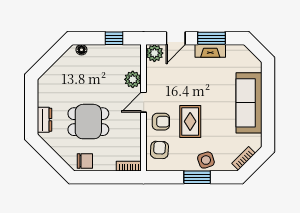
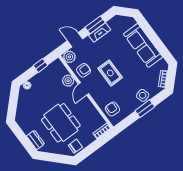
door: (176, 38) -> (75, 40), swing flipped
rug: (190, 121) -> (110, 73), moved
dining table: (88, 122) -> (61, 123), width x1.38
armchair: (161, 122) -> (84, 70), moved

